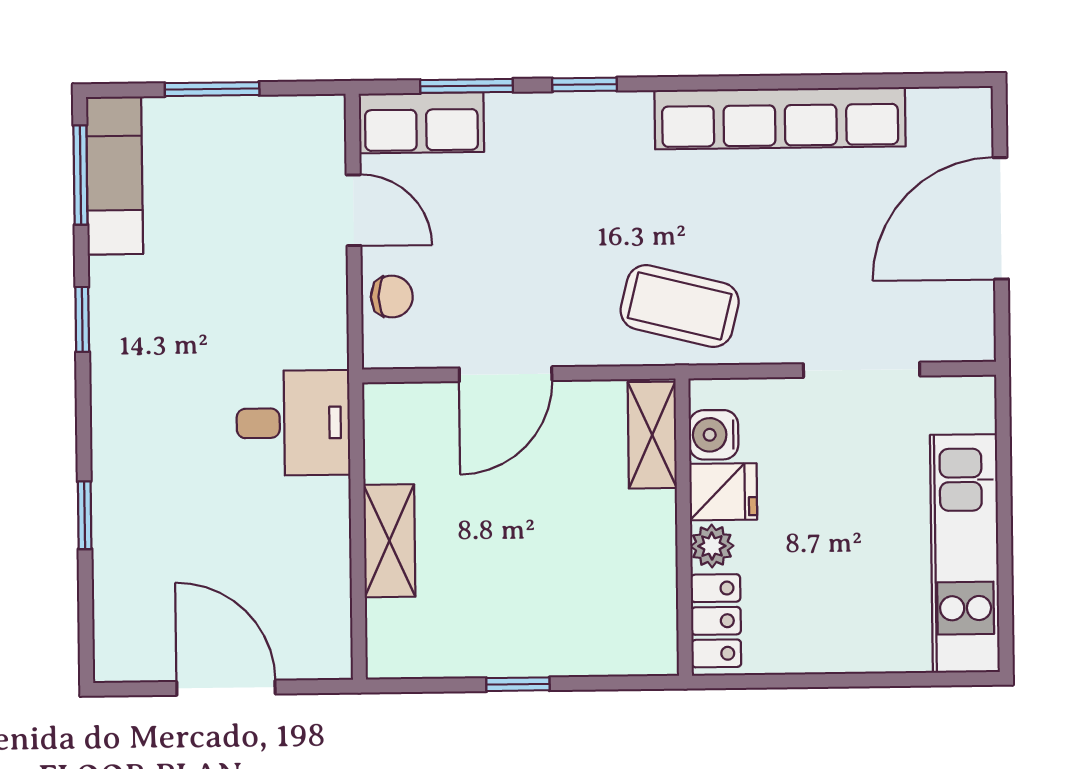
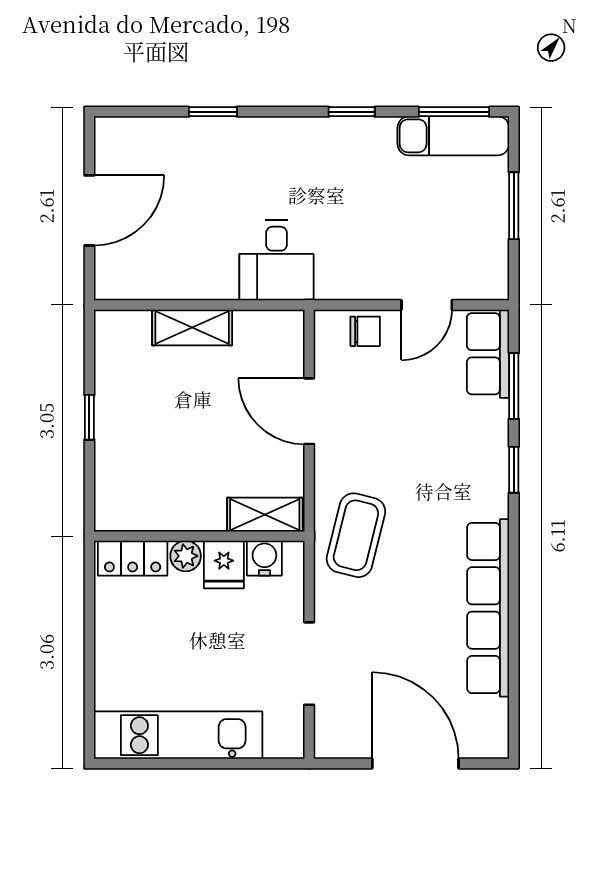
chair: (392, 297) -> (365, 331), turned -90

